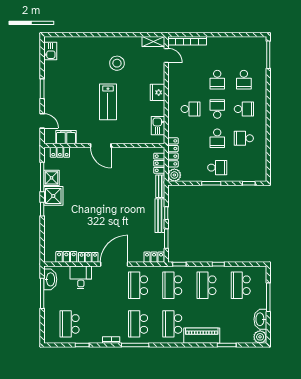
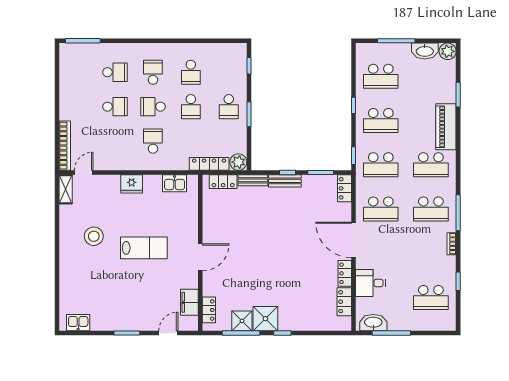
school desk: (217, 138) -> (191, 107), turned 90
school desk: (217, 168) -> (229, 107), turned 180
bench: (160, 216) -> (285, 181), width x0.73

